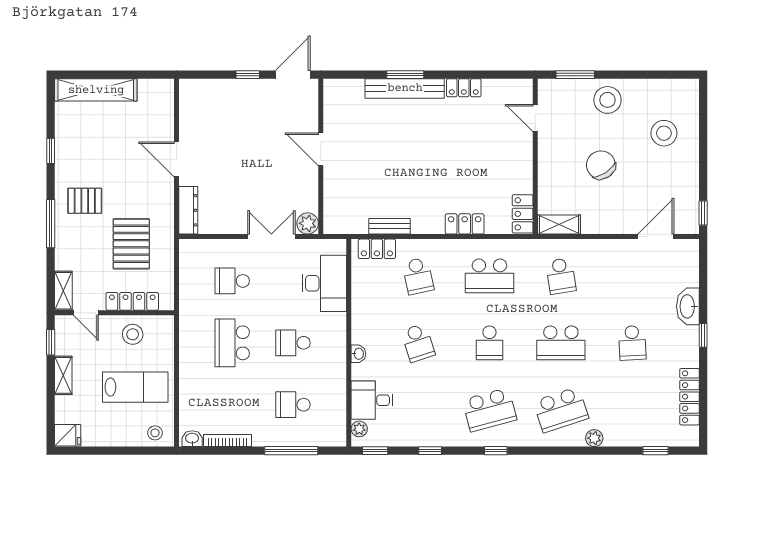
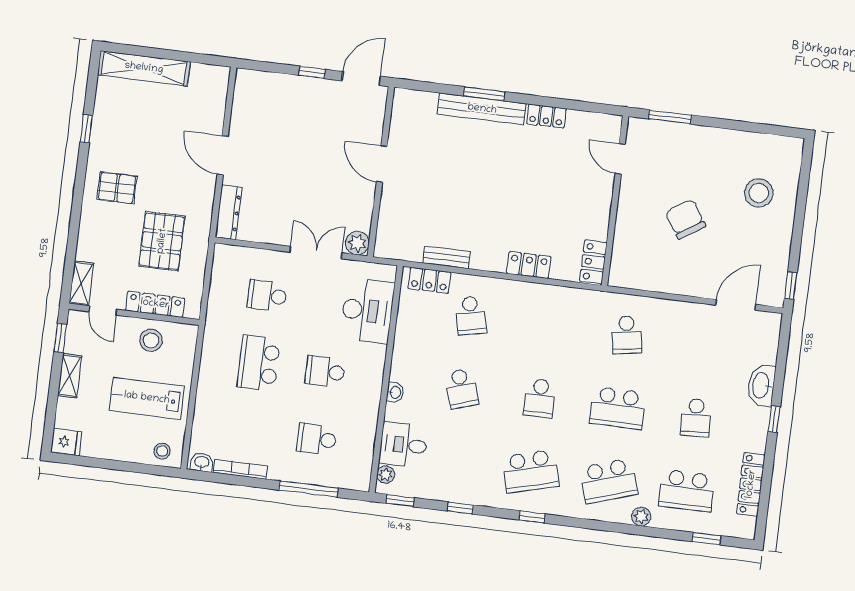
stool: (607, 100) -> (702, 149), removed
window: (51, 224) -> (76, 208), removed
shelving: (559, 225) -> (632, 279), removed
school desk: (489, 276) -> (687, 491), moved
lab bench: (135, 387) -> (147, 398), turned 180

